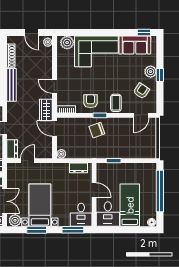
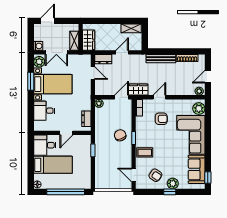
armchair: (90, 101) -> (161, 119), moved
desk: (81, 215) -> (44, 111), moved
window: (73, 230) -> (31, 114), removed

